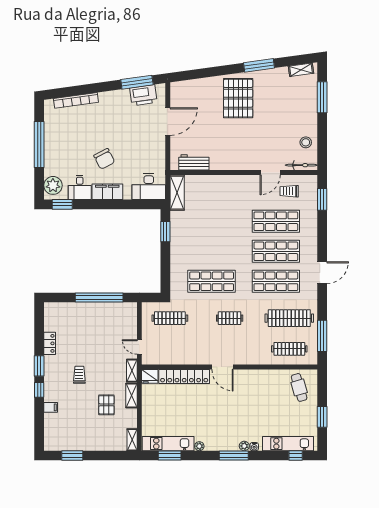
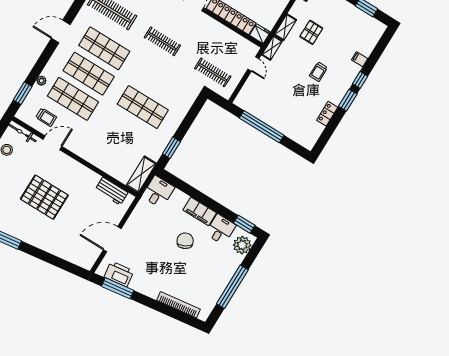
pallet: (238, 98) -> (44, 197), moved, turned 90
desk: (149, 187) -> (158, 192), width x0.73
plant: (313, 220) -> (41, 81), added
shop shelf: (212, 281) -> (143, 107), moved
clothes rail: (230, 318) -> (162, 41), width x1.36

